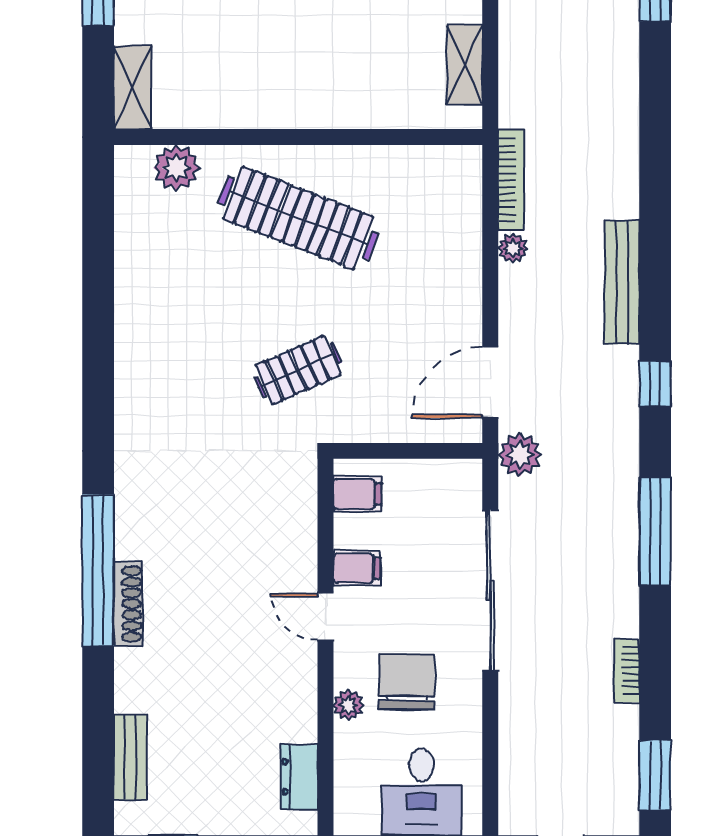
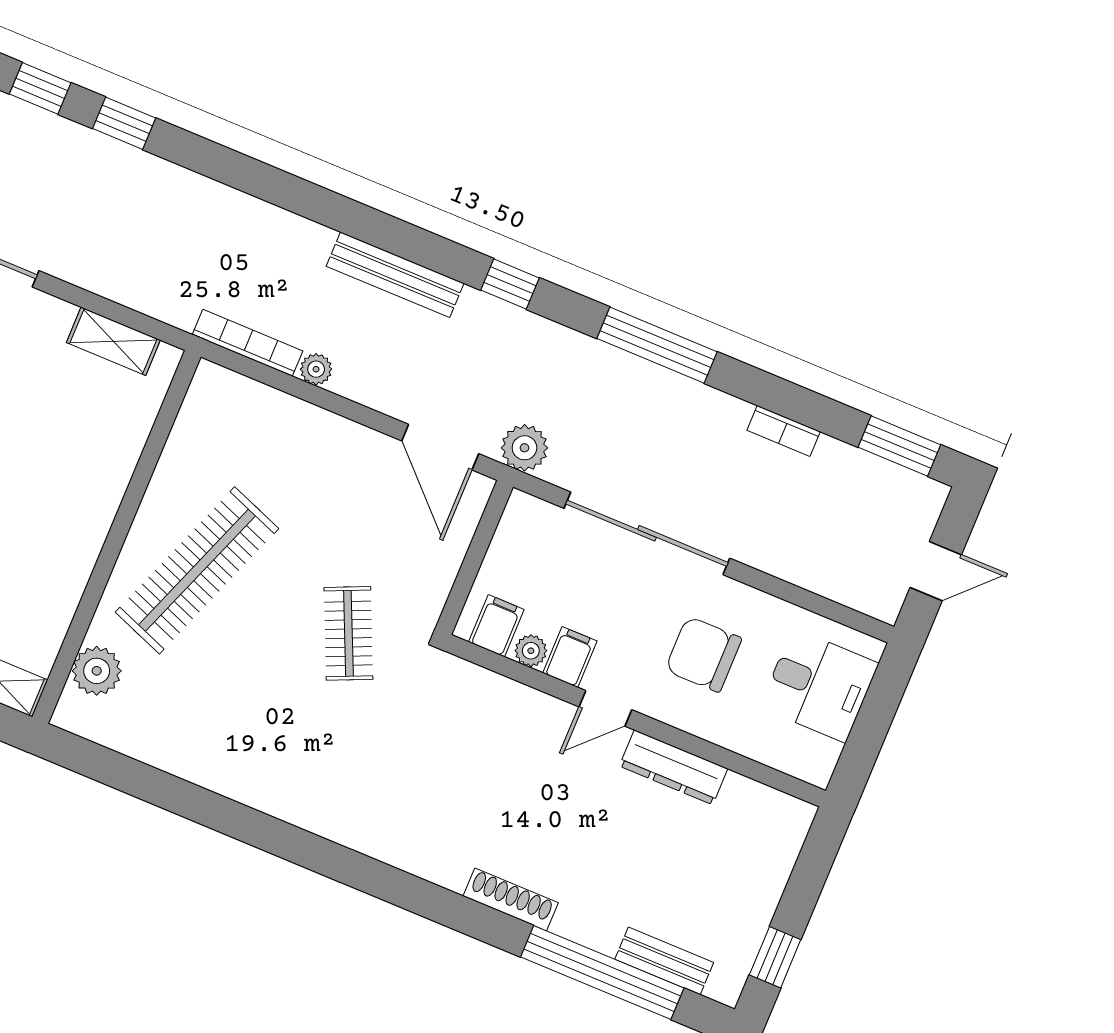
window: (98, 570) -> (602, 973), moved
plant: (348, 705) -> (531, 651), moved
dresser: (299, 777) -> (674, 767), moved, width x1.44

